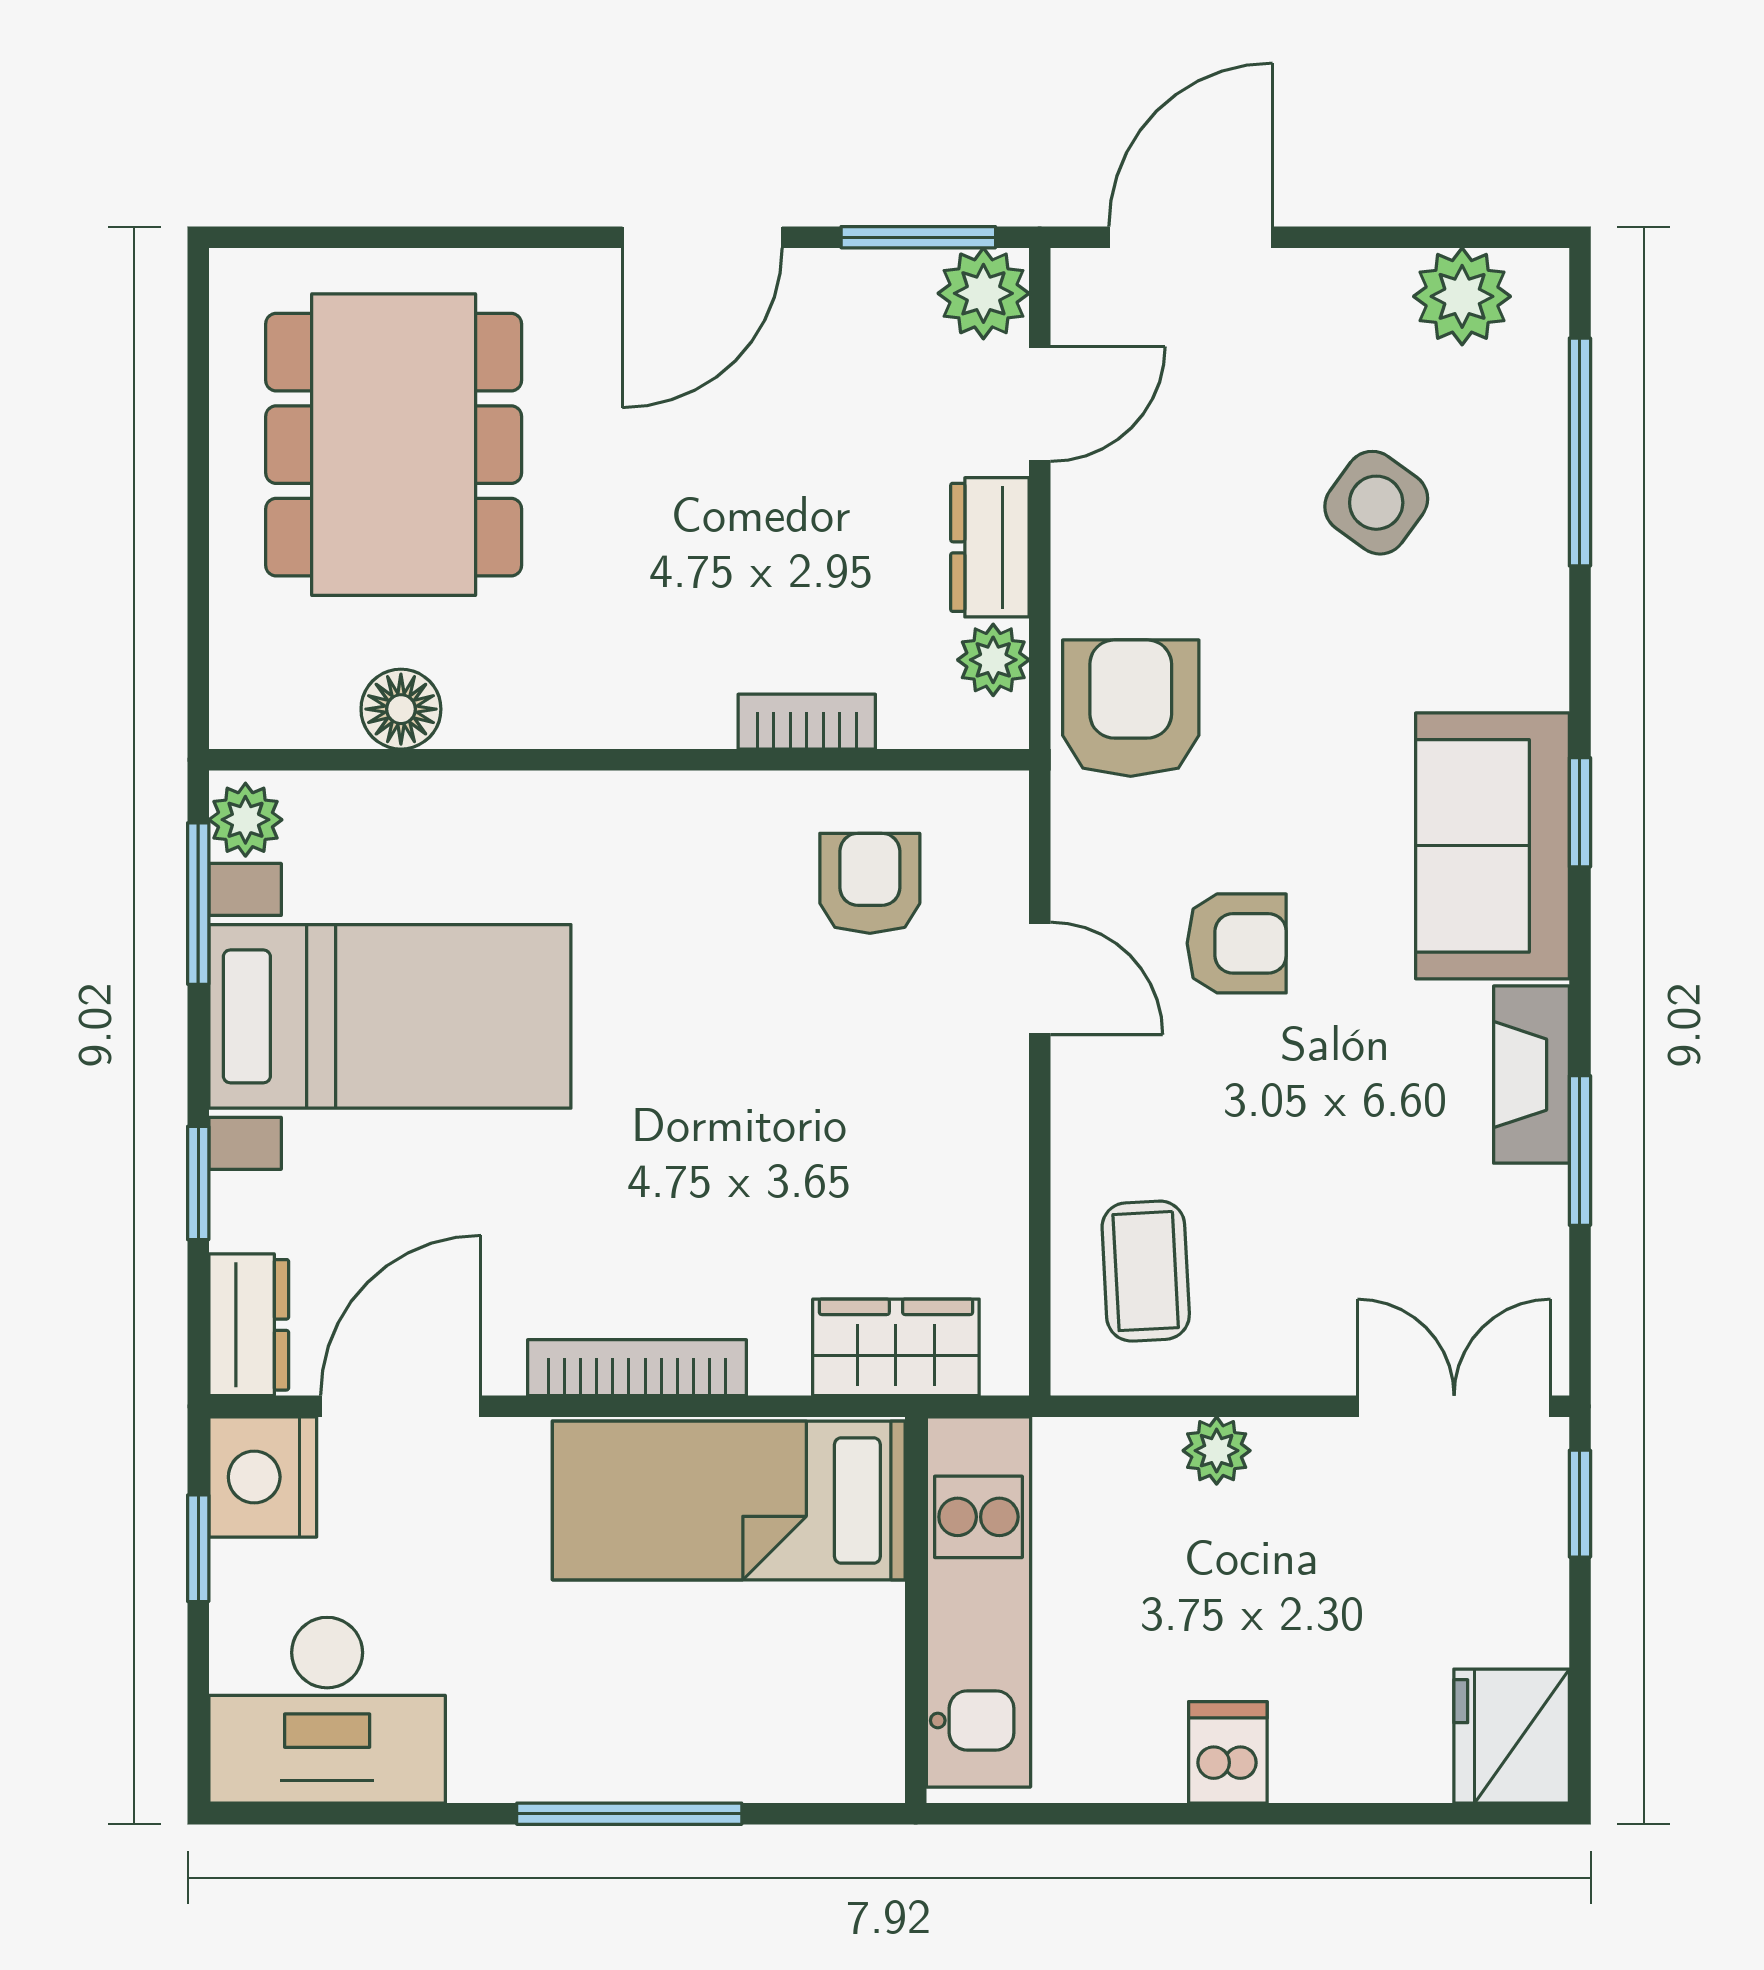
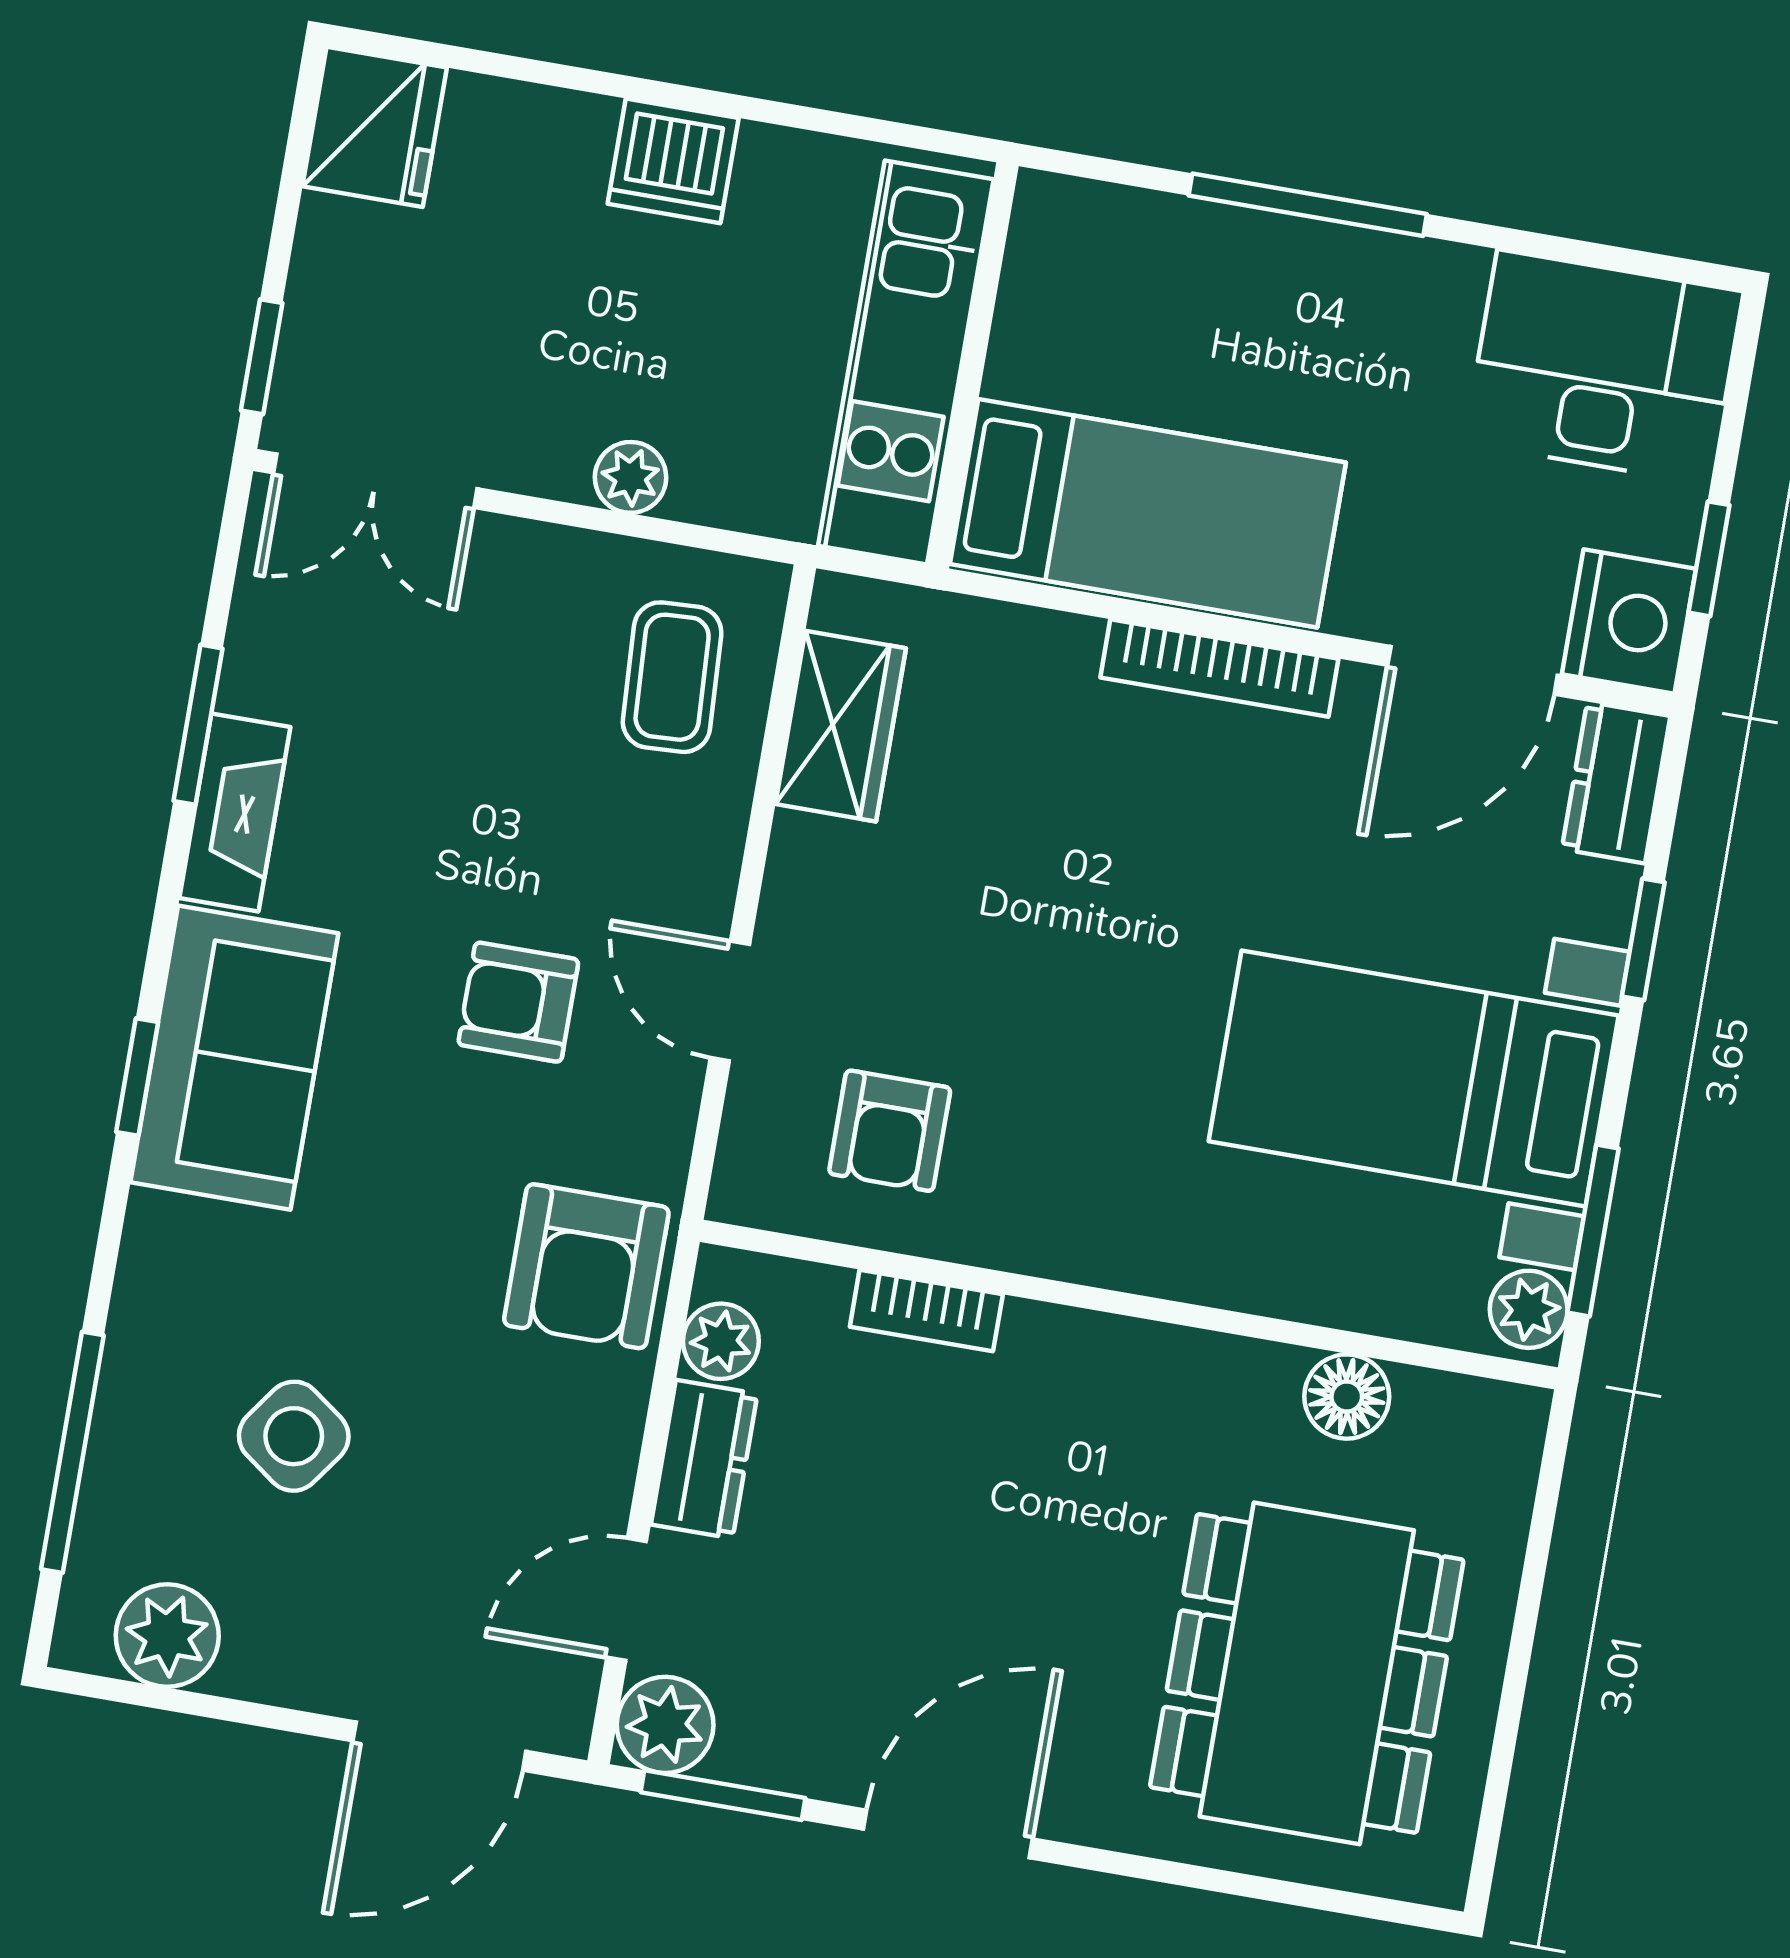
wardrobe: (896, 1347) -> (841, 726), moved, turned -90
dishwasher: (1228, 1752) -> (673, 161), width x1.38

